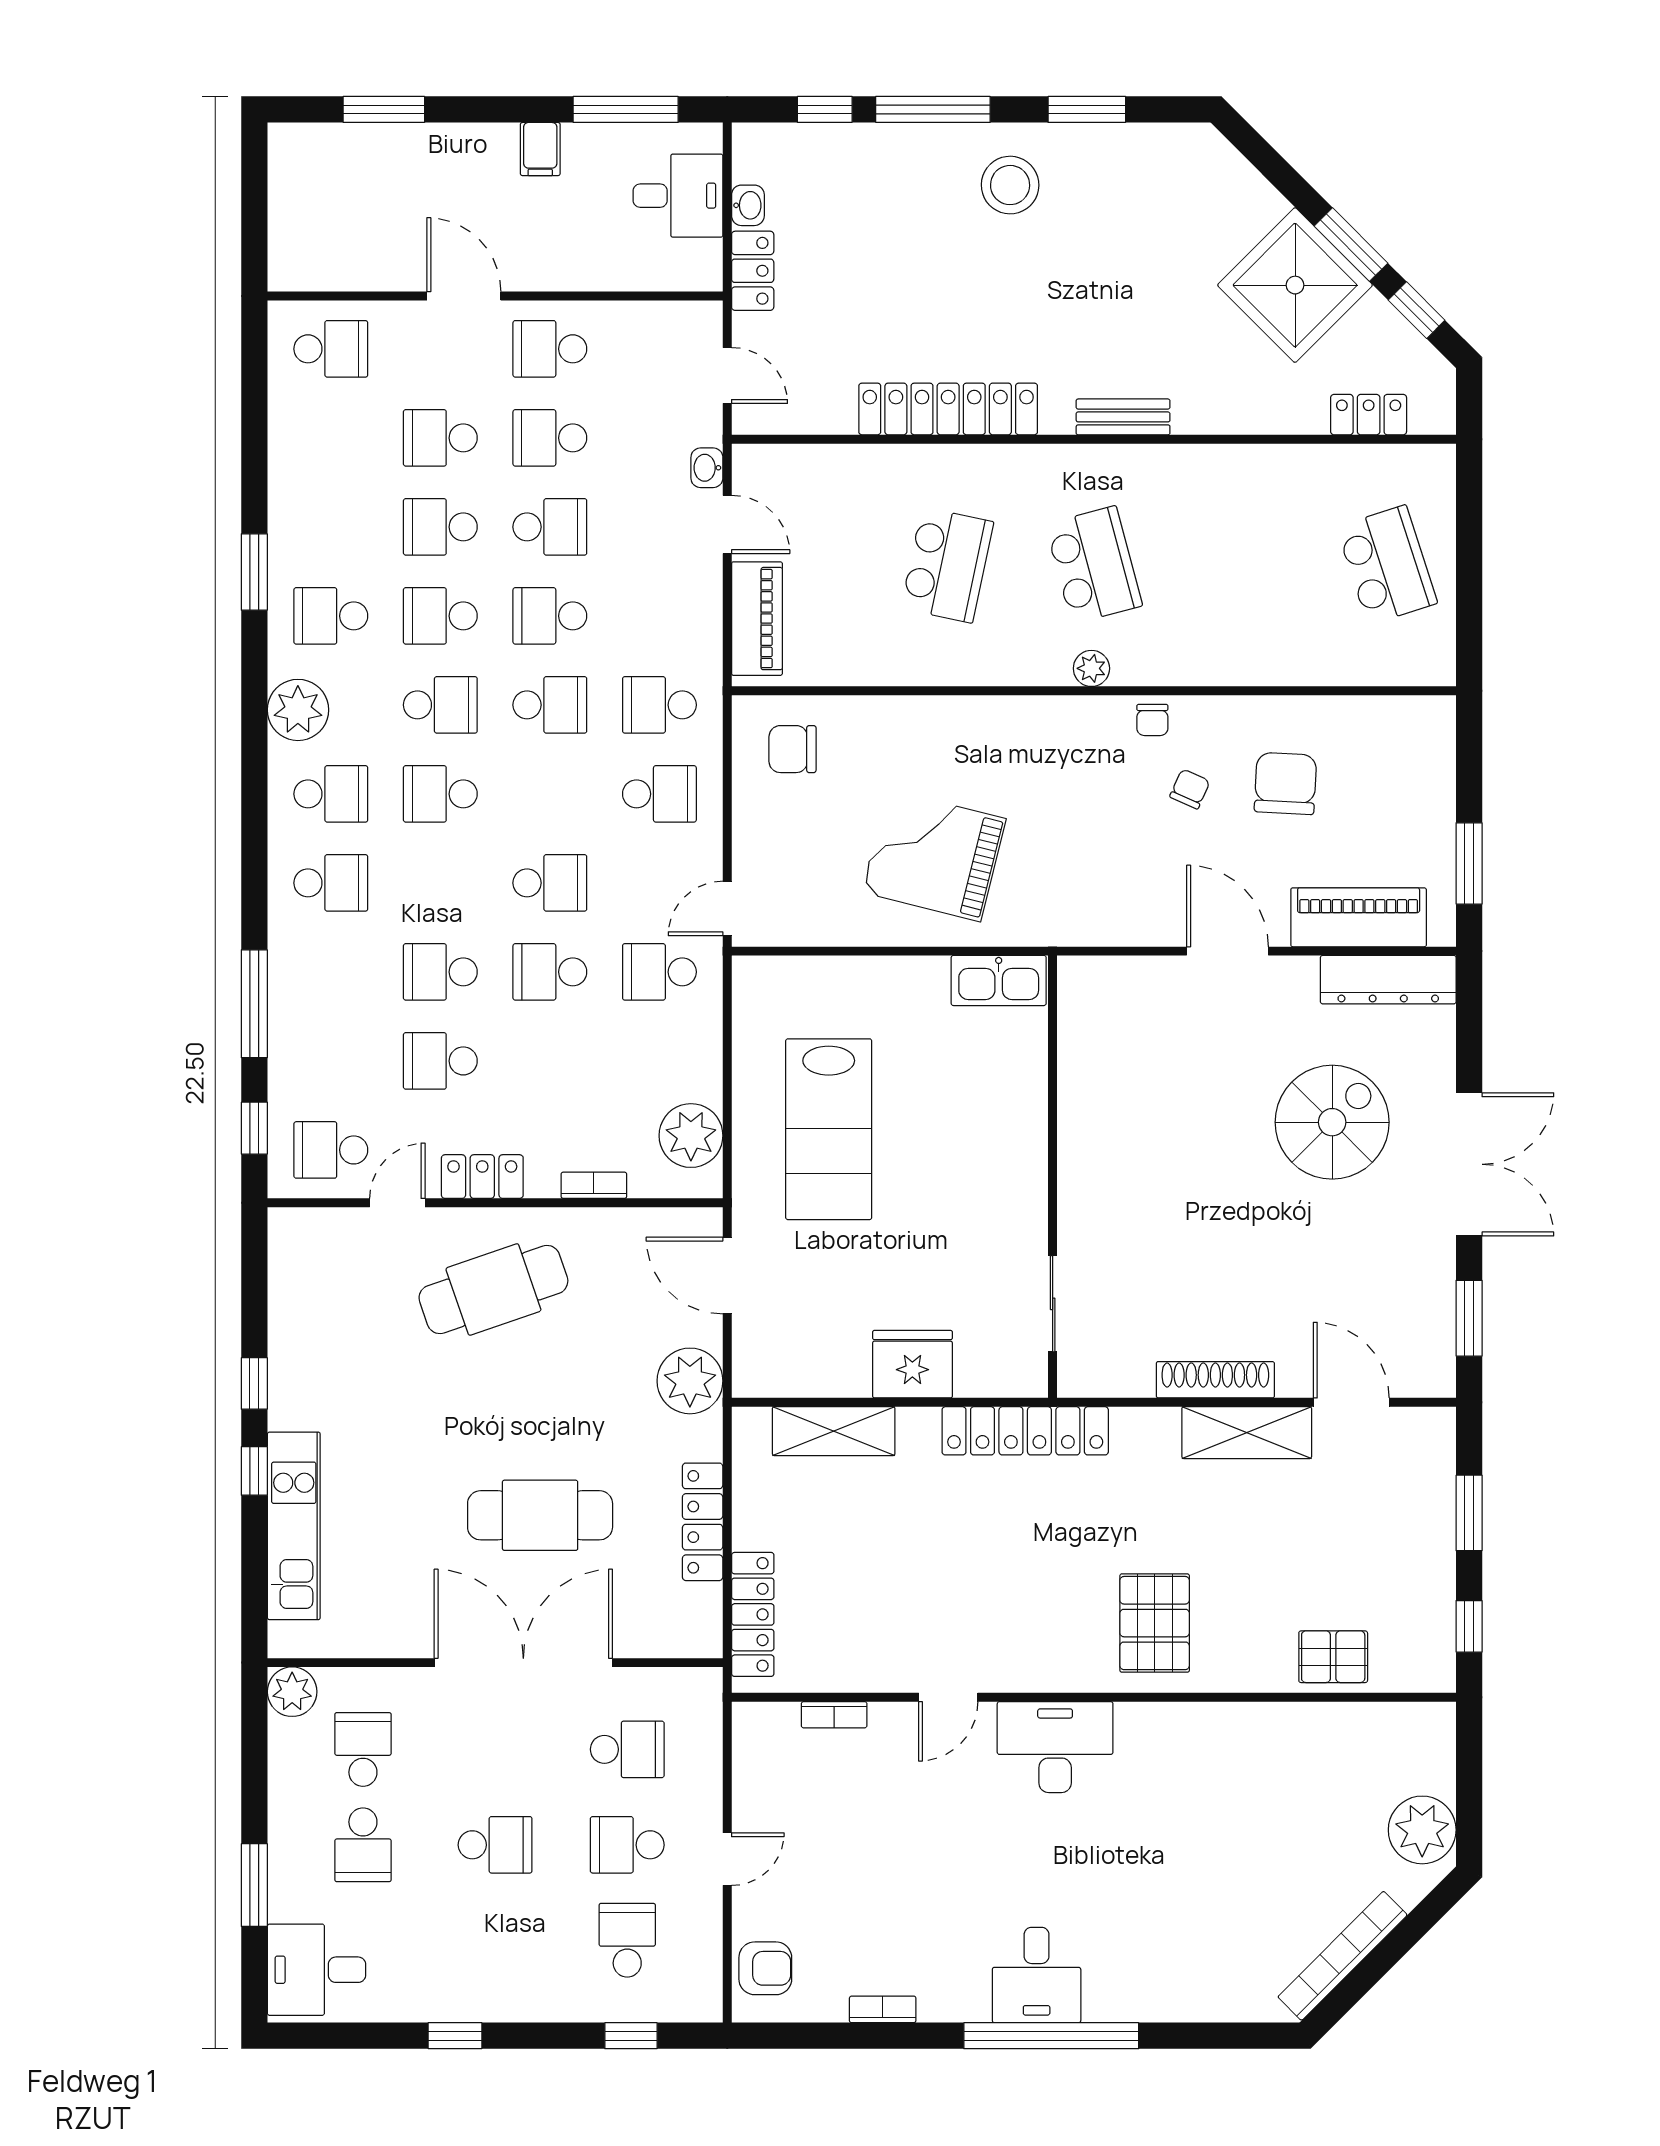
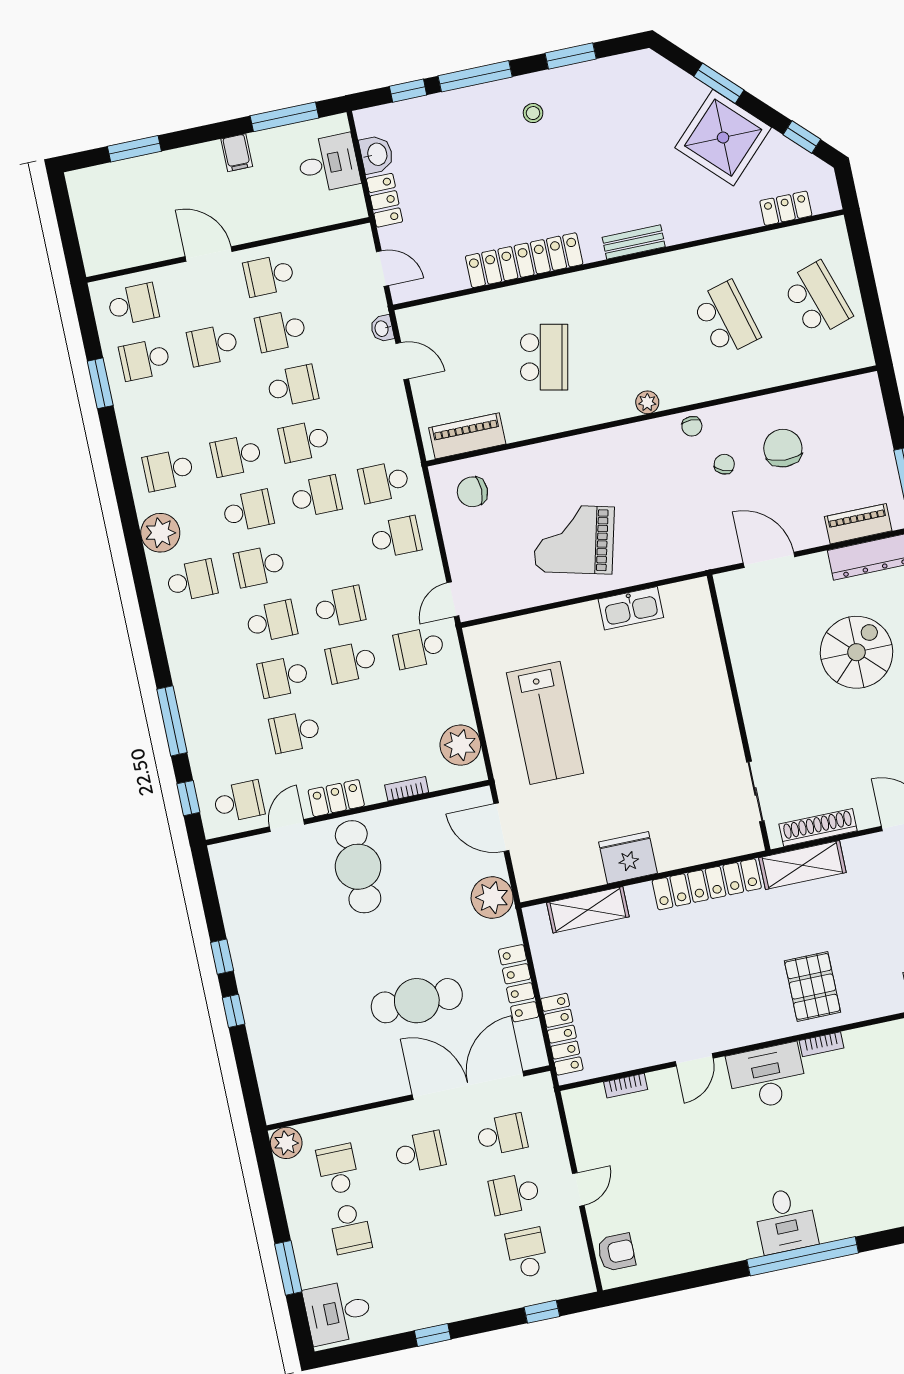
stool: (1010, 185) -> (533, 113), width x0.53, depth x0.53
washbasin: (748, 205) -> (376, 154), width x1.38, depth x1.45
window: (1351, 245) -> (719, 83), moved
school desk: (440, 527) -> (145, 360), moved
school desk: (1094, 565) -> (726, 318), moved
window: (254, 572) -> (100, 383), moved
piano: (757, 619) -> (467, 436), moved, turned -90
school desk: (331, 883) -> (271, 621), moved
piano: (1359, 917) -> (858, 524), width x0.73, depth x0.75
school desk: (331, 1150) -> (239, 802), turned 180
wall: (1053, 1177) -> (739, 713), moved
cafe table: (493, 1289) -> (358, 867), turned -71
sliding door: (1053, 1304) -> (755, 791), moved
shelving: (1247, 1433) -> (802, 865), moved
kitchen unit: (294, 1526) -> (265, 1040), removed
double door: (523, 1663) -> (468, 1085), moved
school desk: (495, 1845) -> (420, 1152), moved
bookcase: (883, 2009) -> (821, 1044), moved, turned 180

